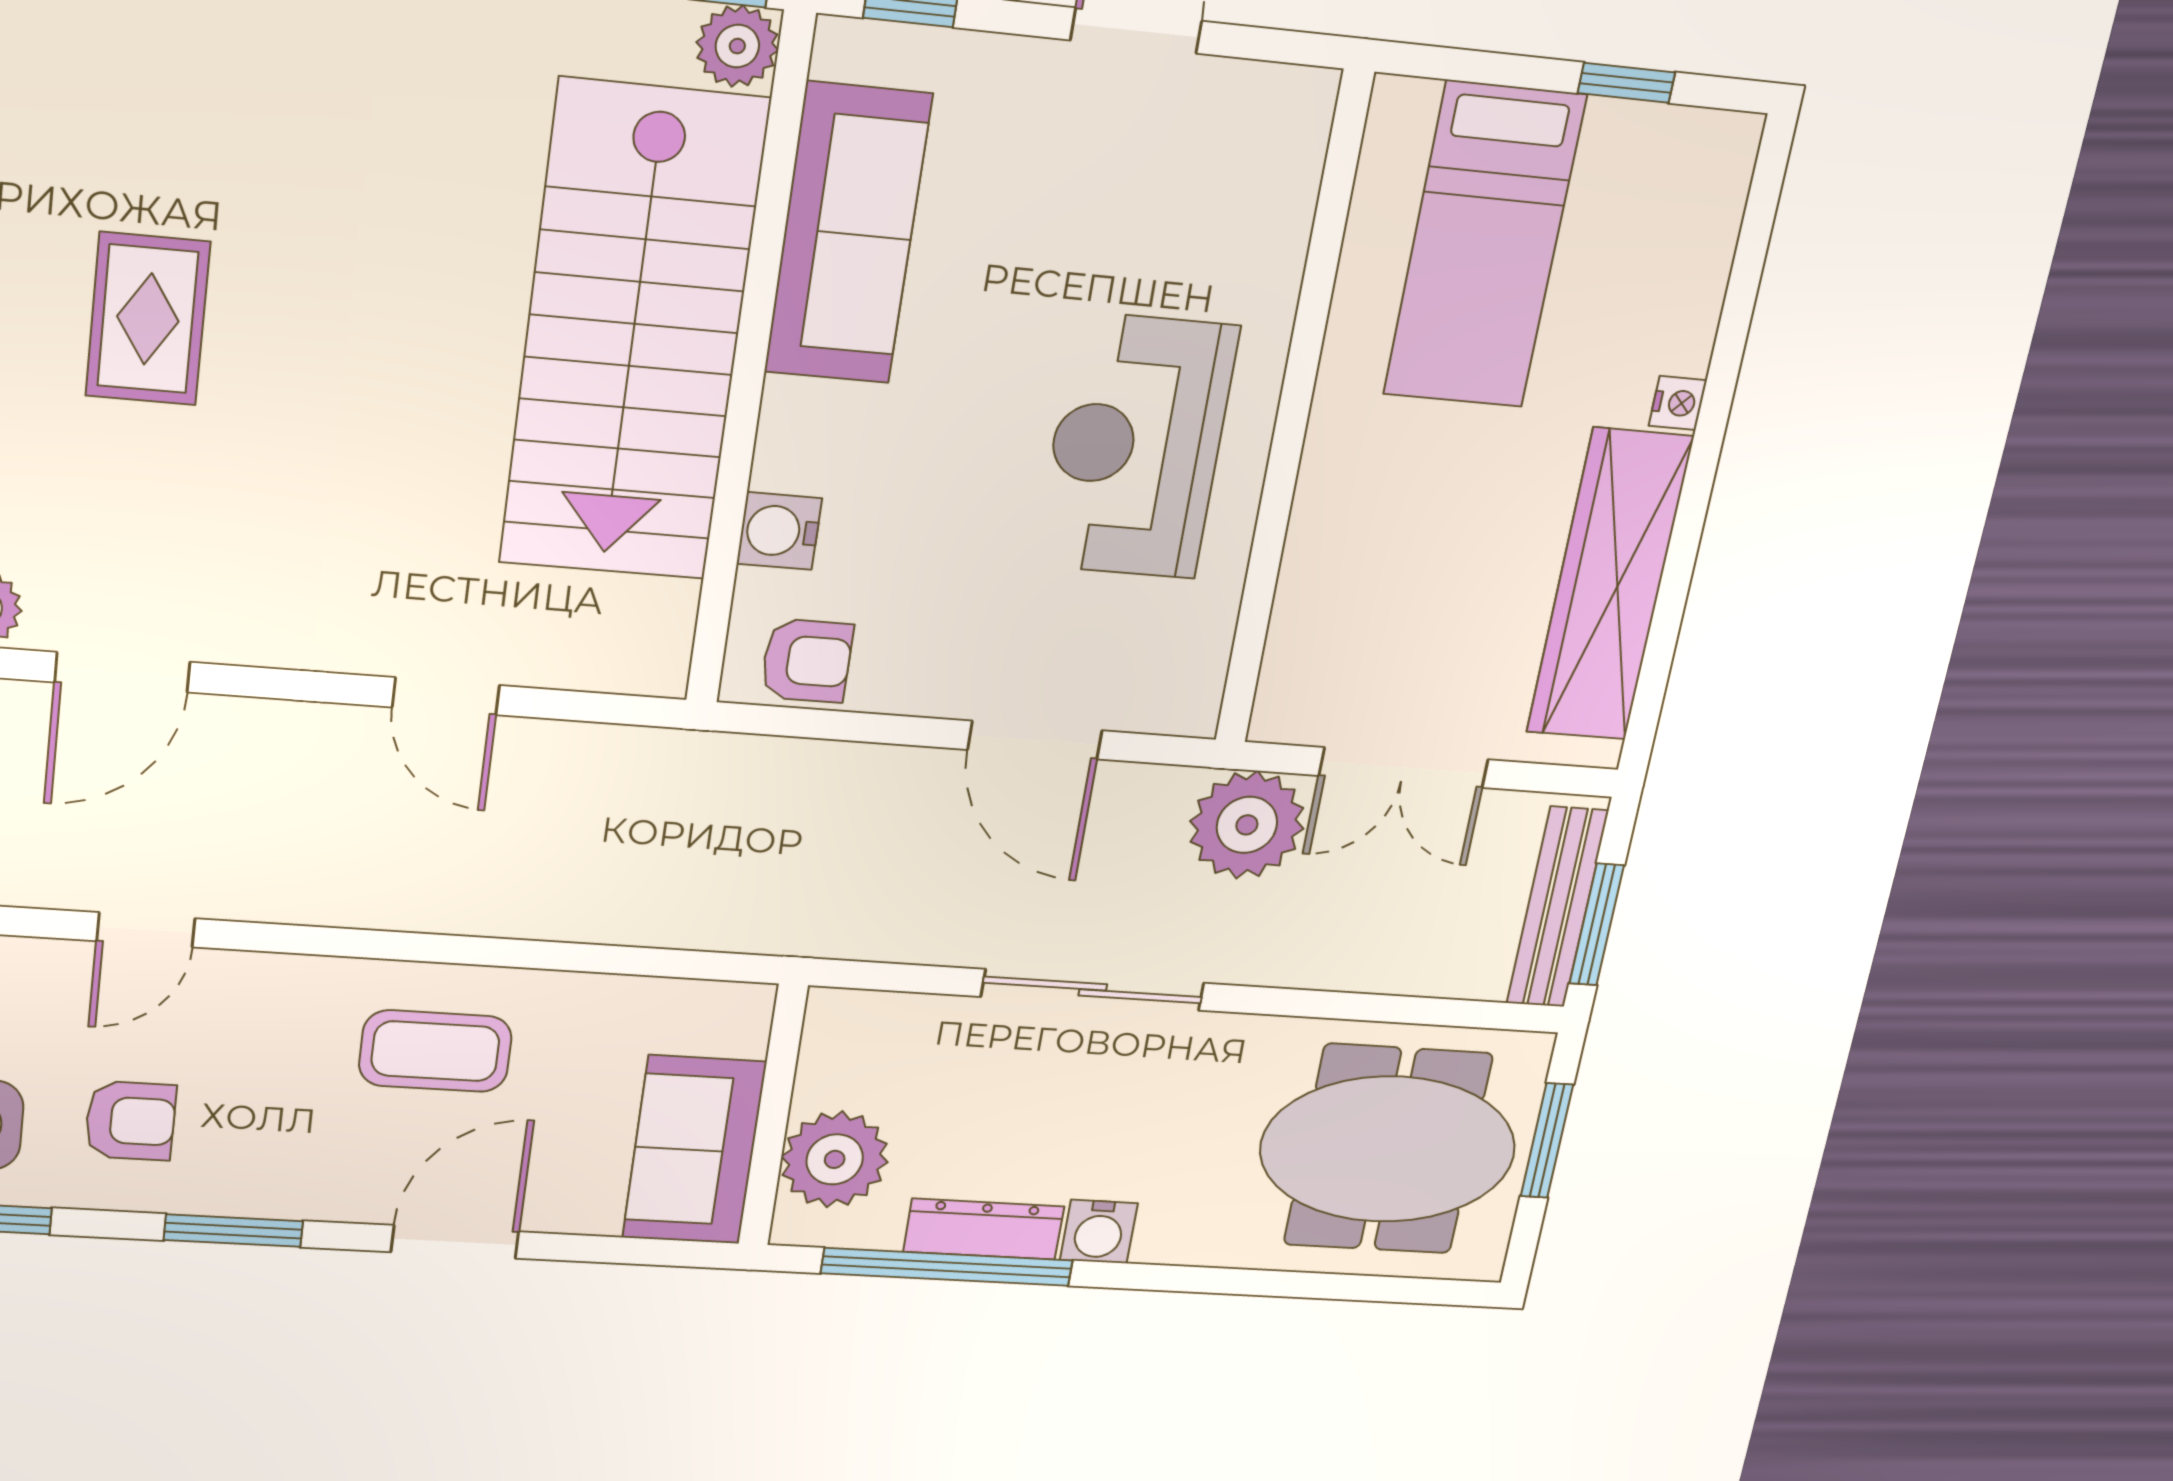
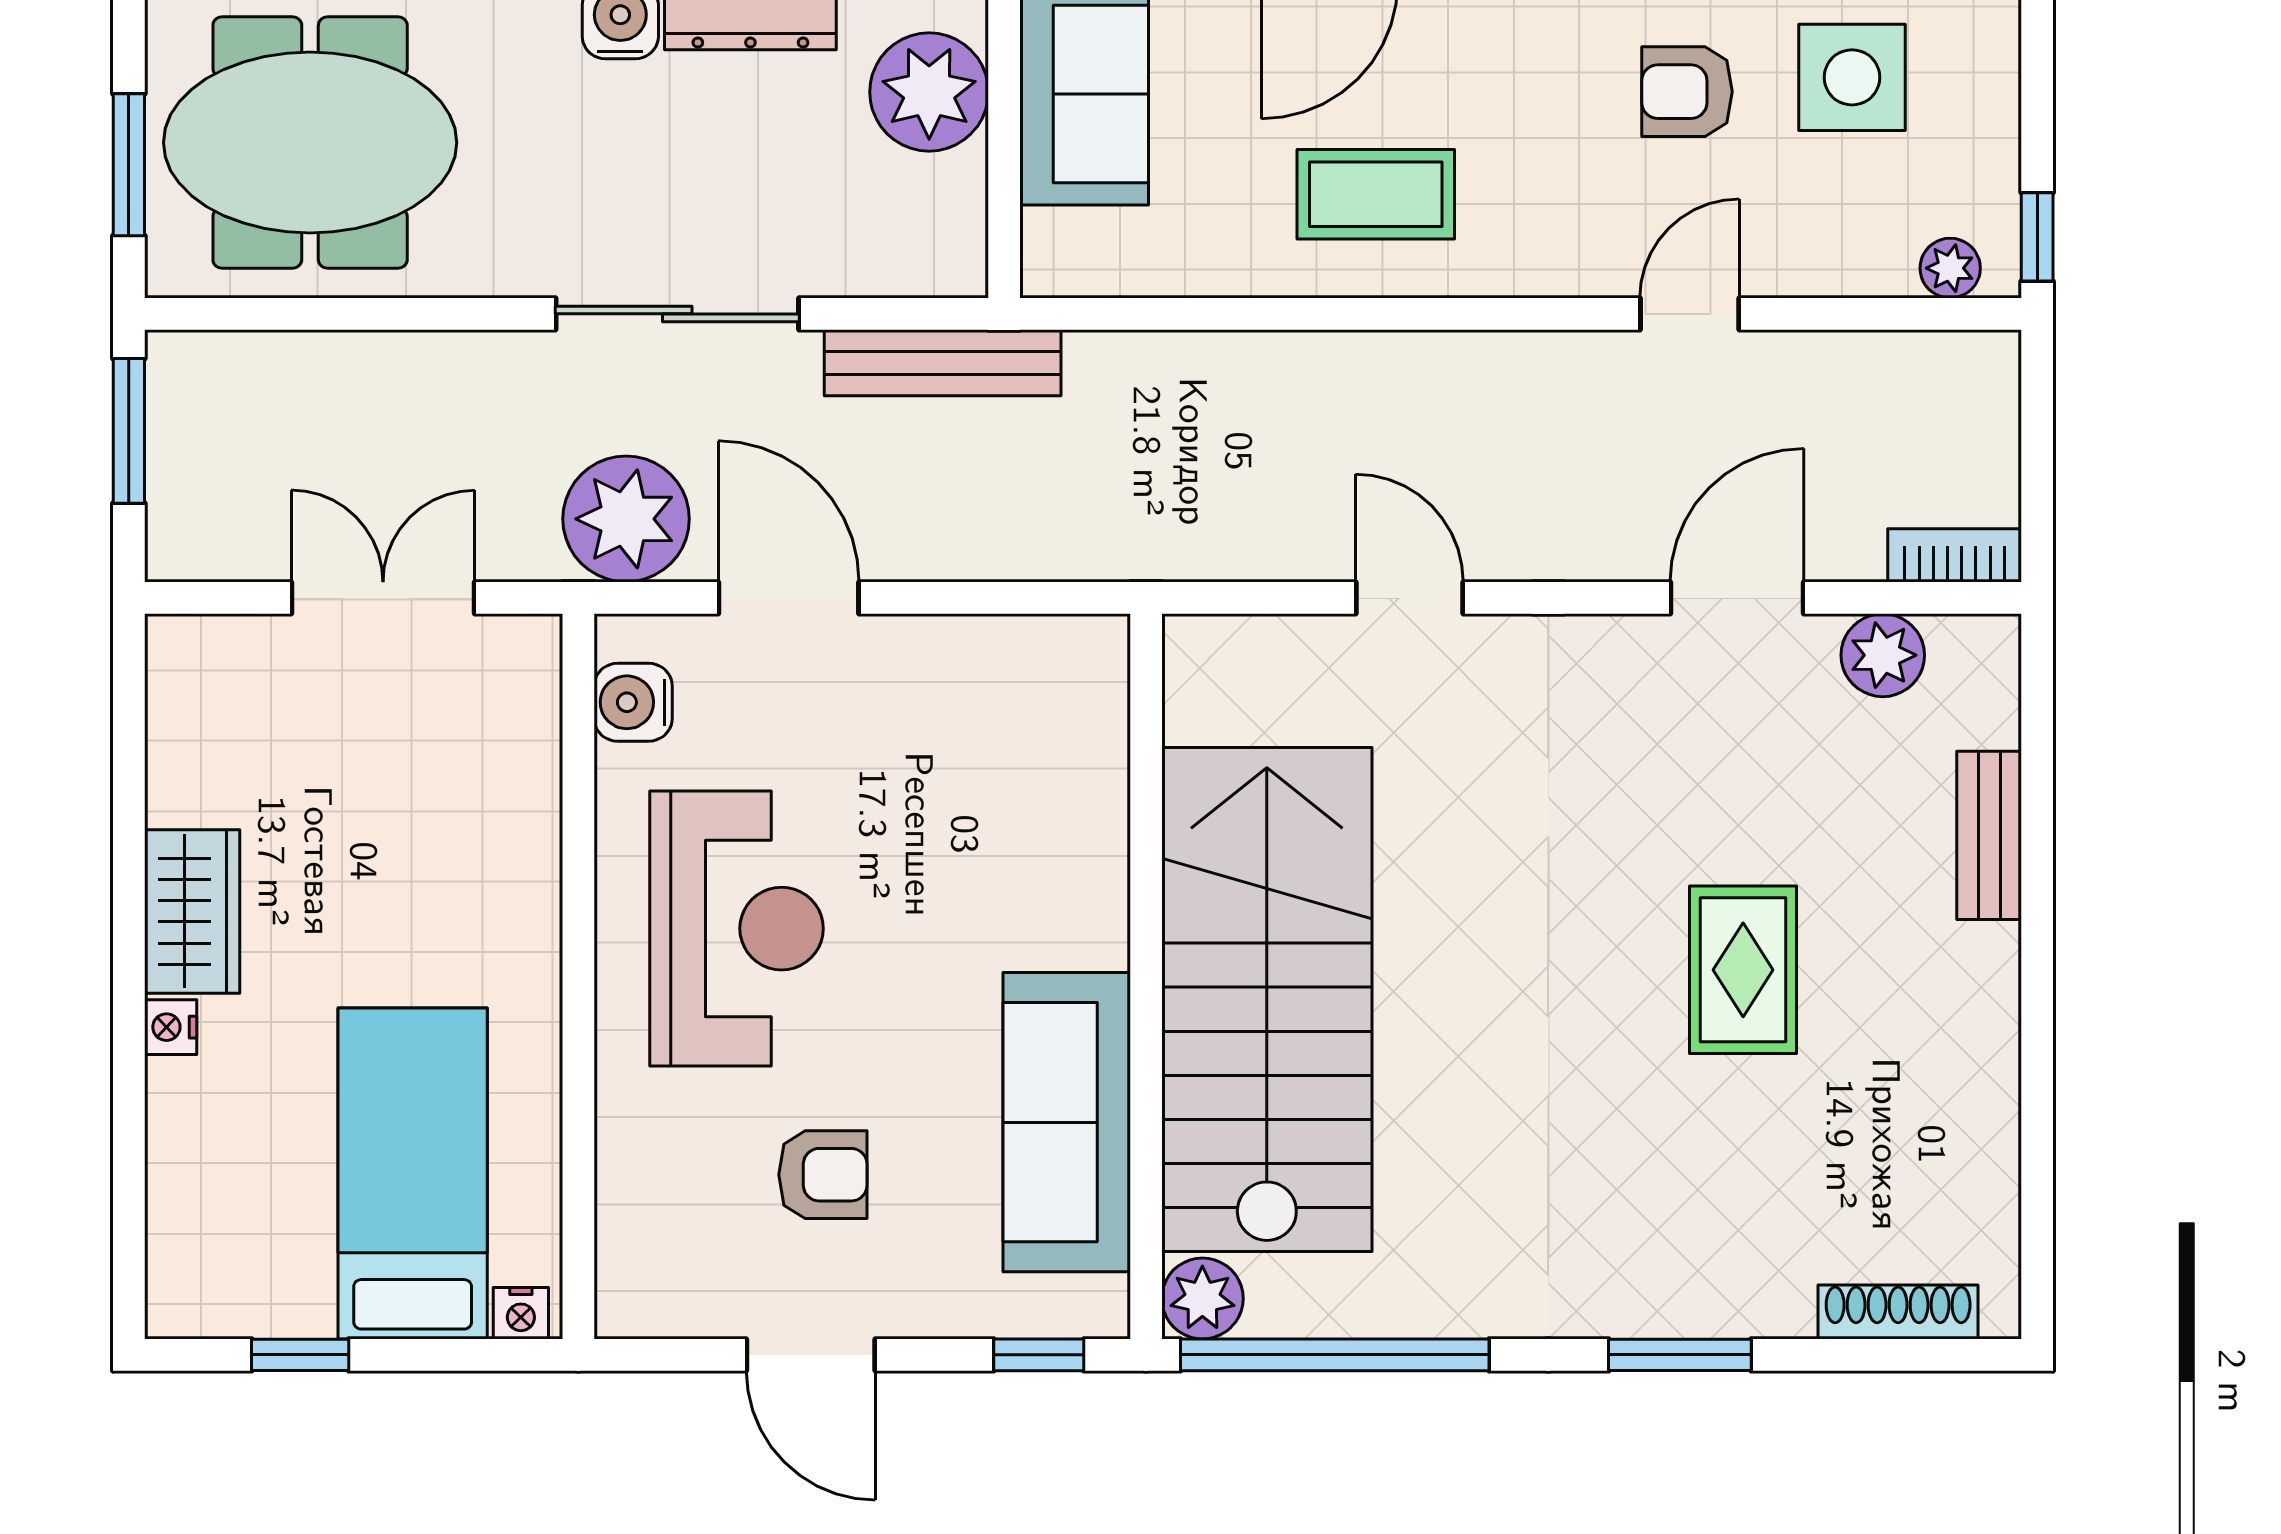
nightstand: (1409, 101) -> (521, 1313), added
water cooler: (779, 531) -> (633, 702), moved, turned 180
wardrobe: (1609, 585) -> (192, 911), width x0.48, depth x0.85
armchair: (807, 661) -> (823, 1175), moved, turned 180
plant: (1247, 825) -> (626, 519), moved
bench: (1557, 907) -> (943, 363), moved, turned 90

